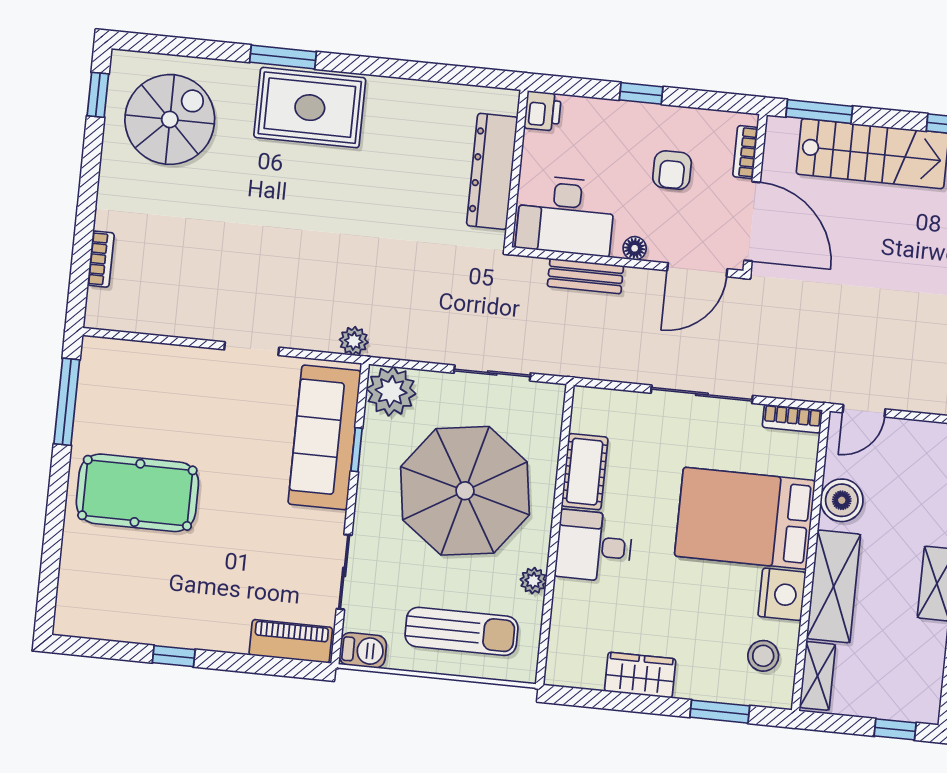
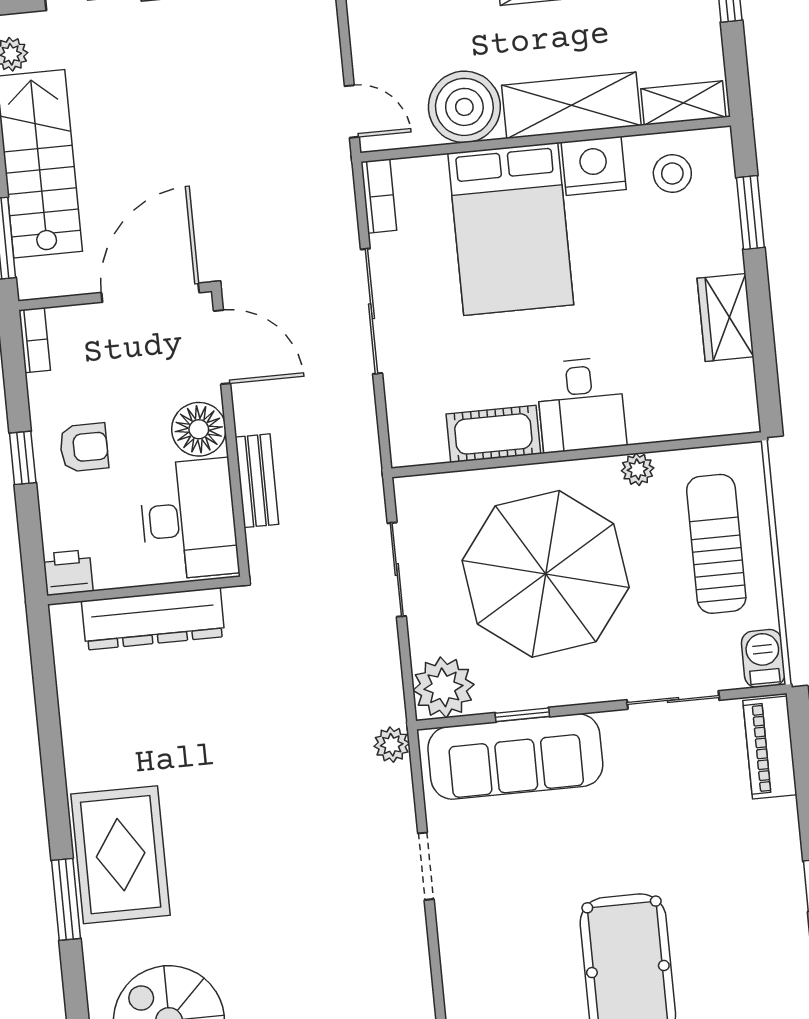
bookcase: (745, 152) -> (35, 340), moved, turned -90
armchair: (672, 170) -> (84, 447), moved
floor lamp: (635, 248) -> (199, 429), width x1.89, depth x1.89
boiler: (842, 500) -> (464, 107), width x1.37, depth x1.37

